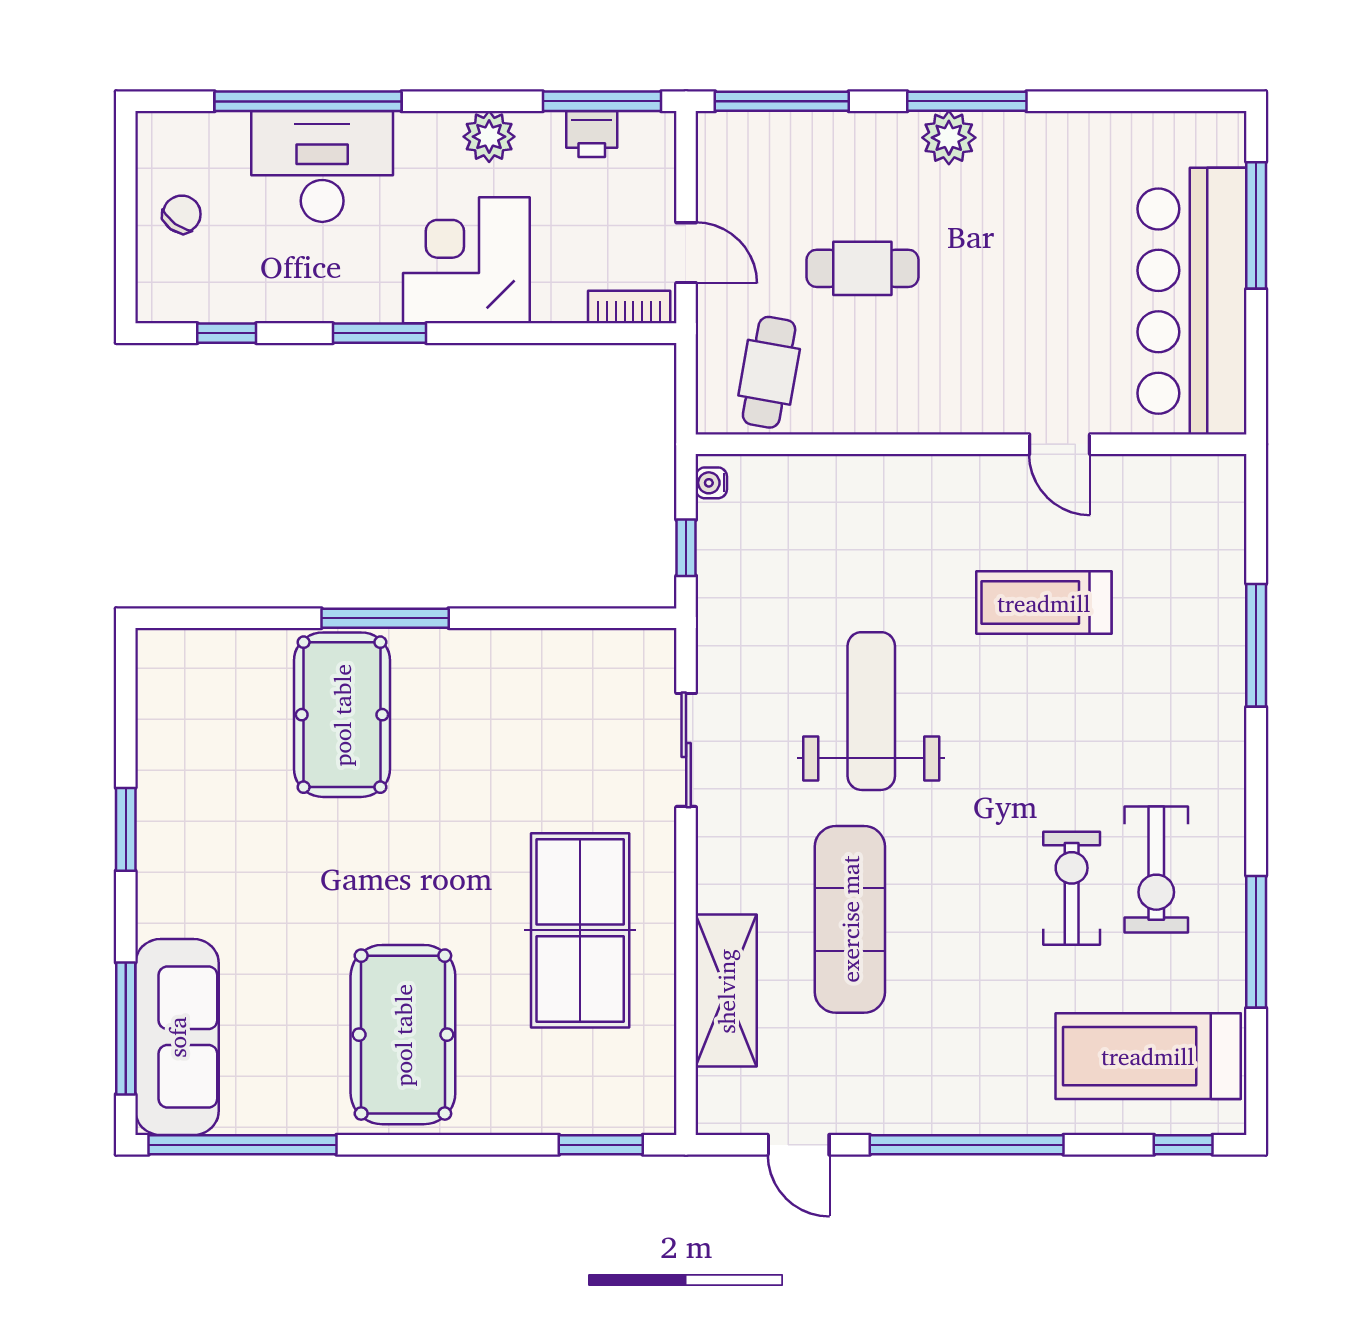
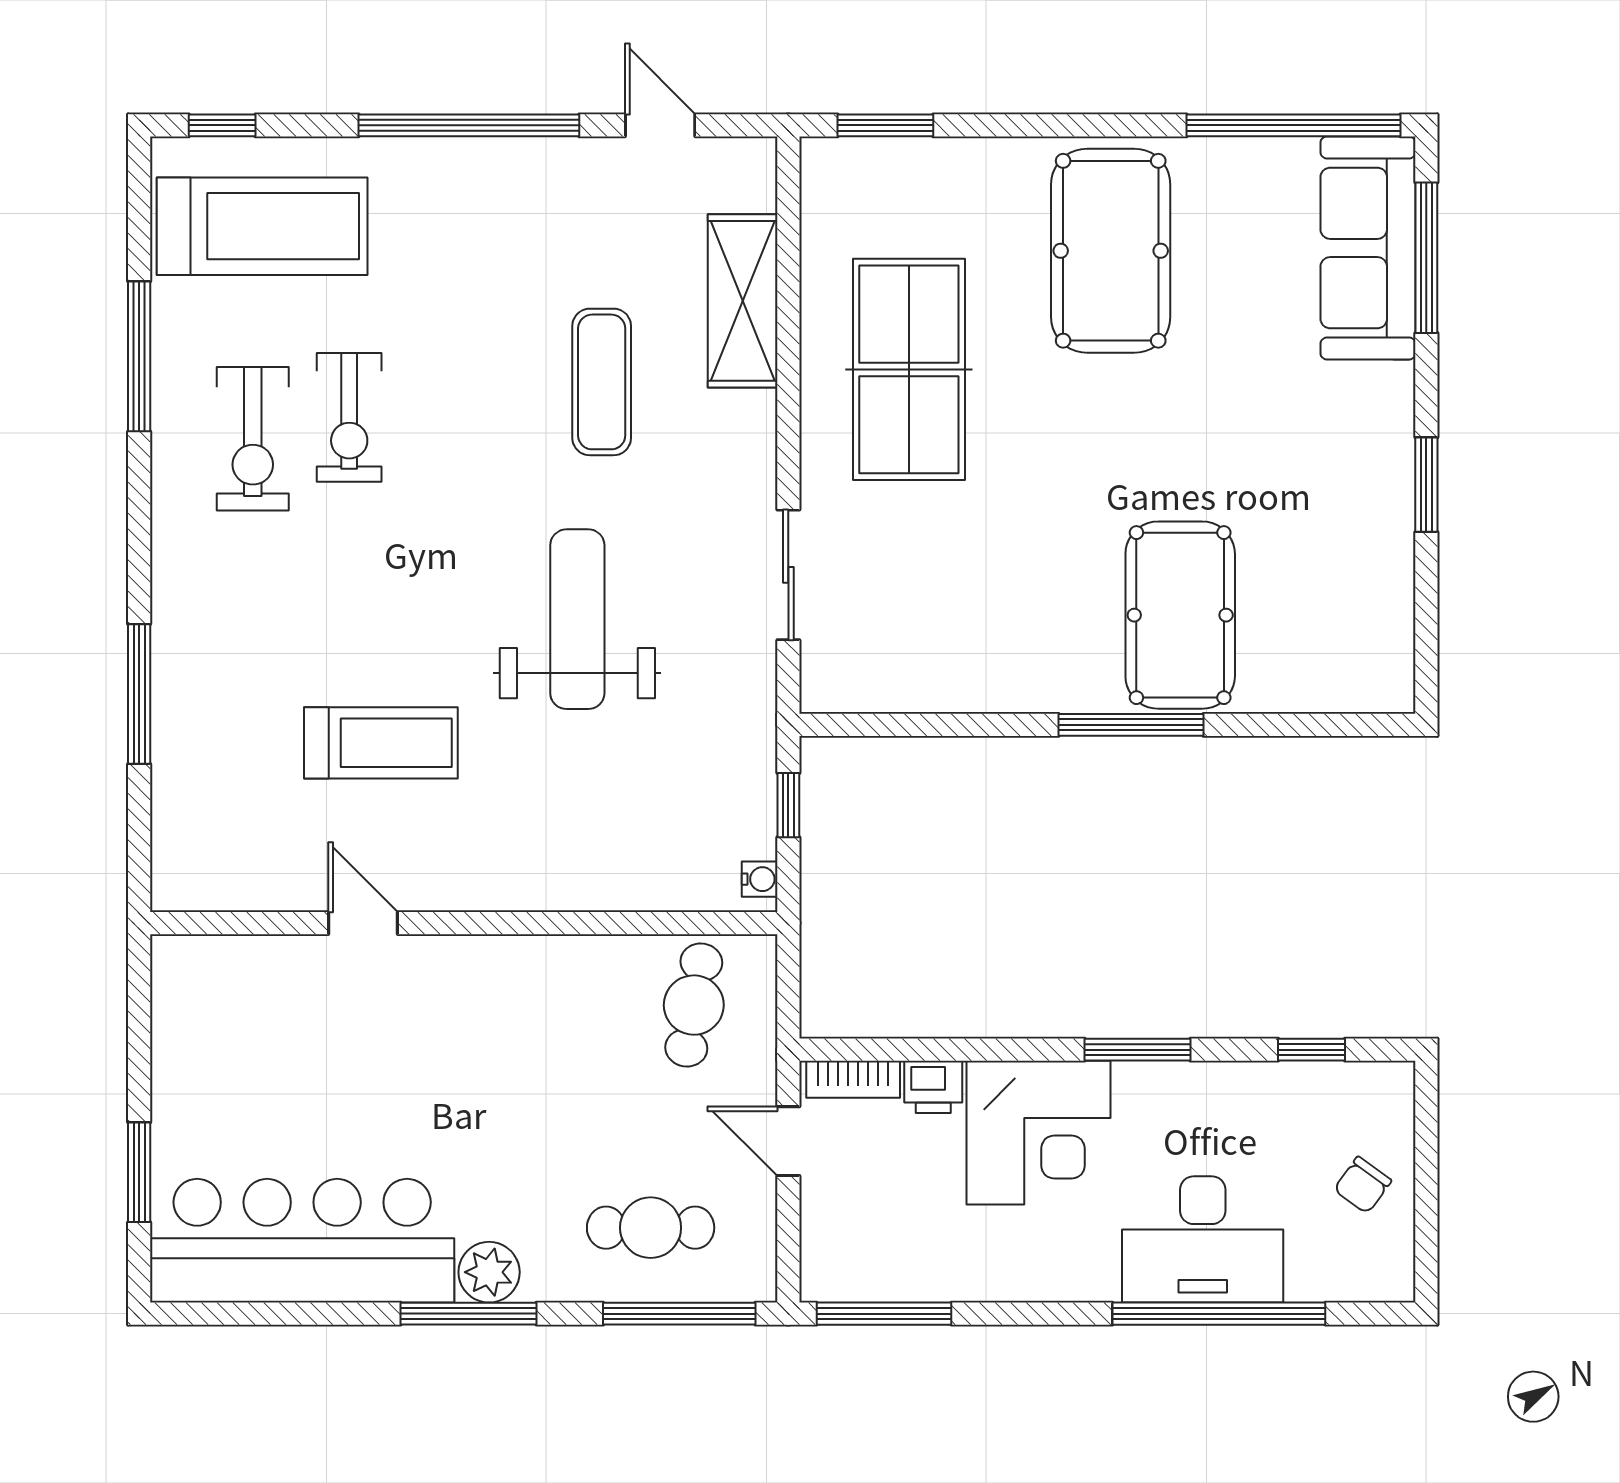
printer: (592, 134) -> (933, 1087), moved, turned 180
plant: (489, 137) -> (1013, 1273), removed
window: (1256, 225) -> (139, 1172), width x0.69
cafe table: (862, 268) -> (651, 1228), moved
bar counter: (1192, 301) -> (302, 1241), moved, turned -90
weight bench: (871, 711) -> (577, 619), turned 180
exercise bike: (1156, 869) -> (253, 439), turned 180
exercise mat: (850, 919) -> (602, 382), width x0.73, depth x0.69

